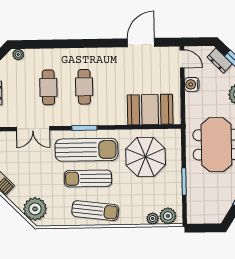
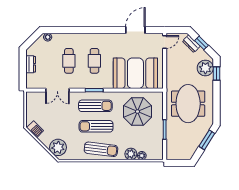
door: (182, 59) -> (165, 42), hinge flipped
water cooler: (192, 84) -> (171, 60), removed
booth: (150, 110) -> (135, 73), width x1.36, depth x1.42
sun lounger: (86, 150) -> (95, 106), width x0.73, depth x0.75
plant: (168, 216) -> (131, 154), moved

